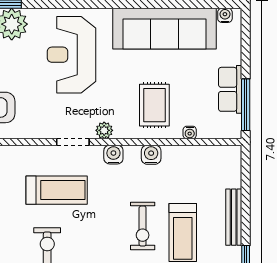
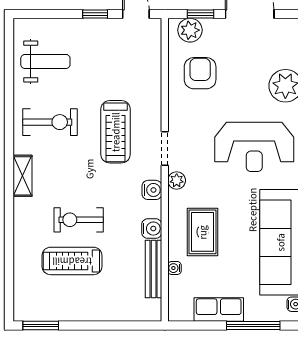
reception desk: (71, 55) -> (254, 147), turned 180
rug: (154, 105) -> (203, 232), turned 90
window: (246, 105) -> (253, 325), moved
bench: (234, 217) -> (154, 269), moved, turned 90

